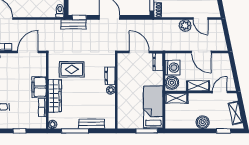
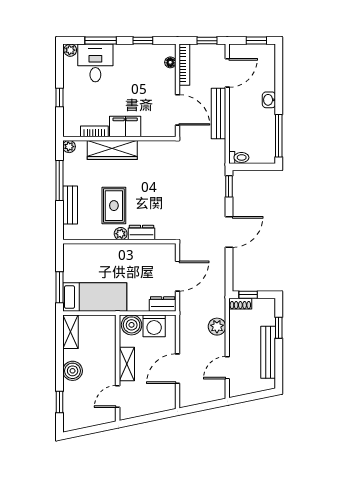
bench: (74, 24) -> (219, 113), moved, width x1.36
plant: (185, 25) -> (217, 327), moved
rug: (72, 69) -> (114, 206), moved
door: (220, 92) -> (118, 396), swing flipped
shelving: (176, 98) -> (70, 332), moved
shelving: (236, 113) -> (86, 420), removed

